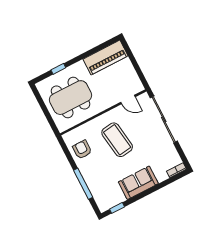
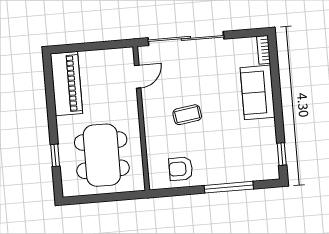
coffee table: (117, 140) -> (187, 115), width x0.54, depth x0.58
sofa: (138, 183) -> (258, 92), moved

